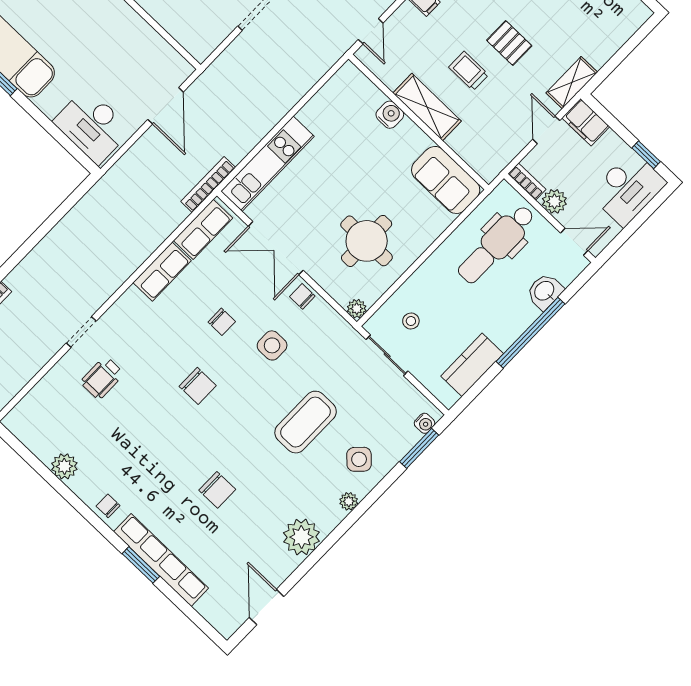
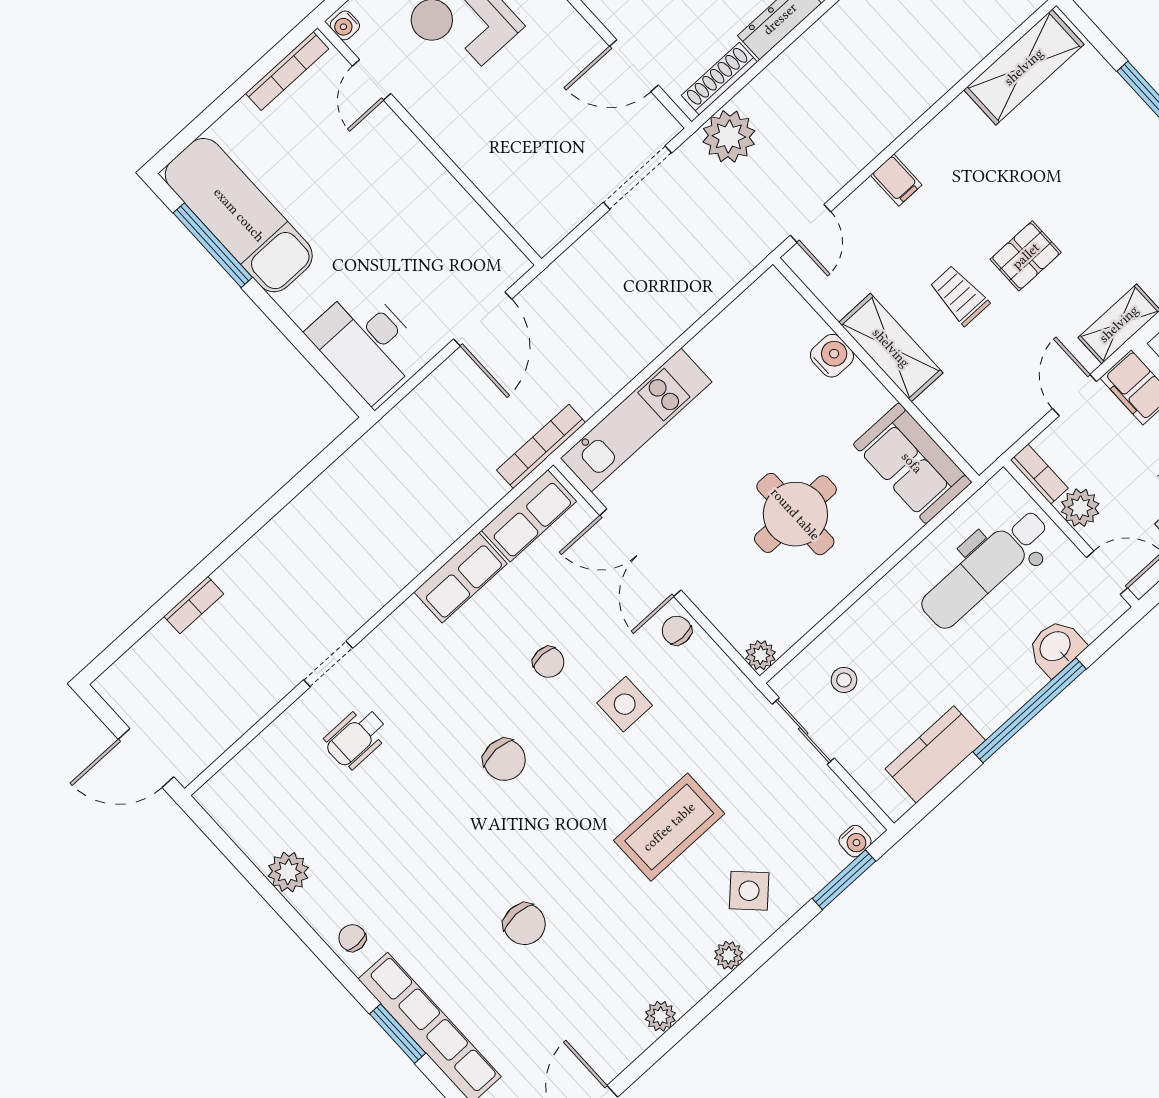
pallet: (509, 43) -> (1026, 256), turned 90
round table: (367, 241) -> (795, 514), moved
plant: (301, 537) -> (660, 1016), width x0.53, depth x0.53

